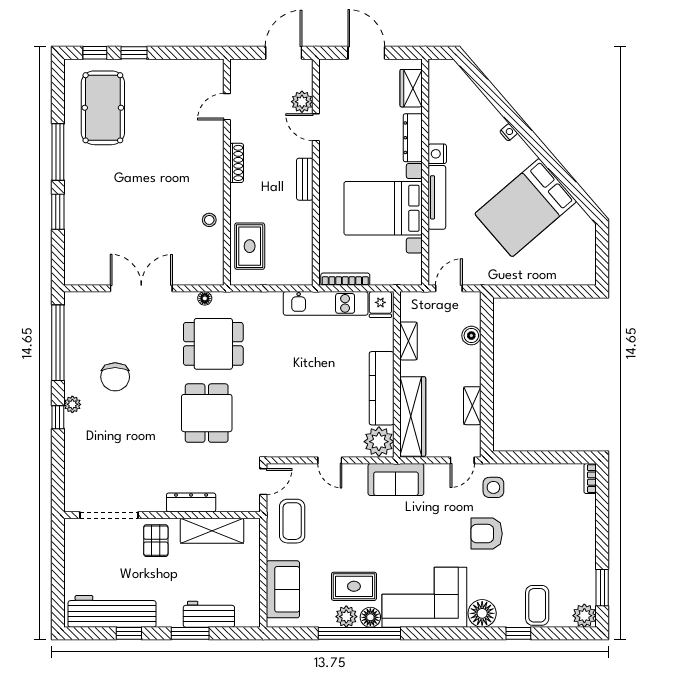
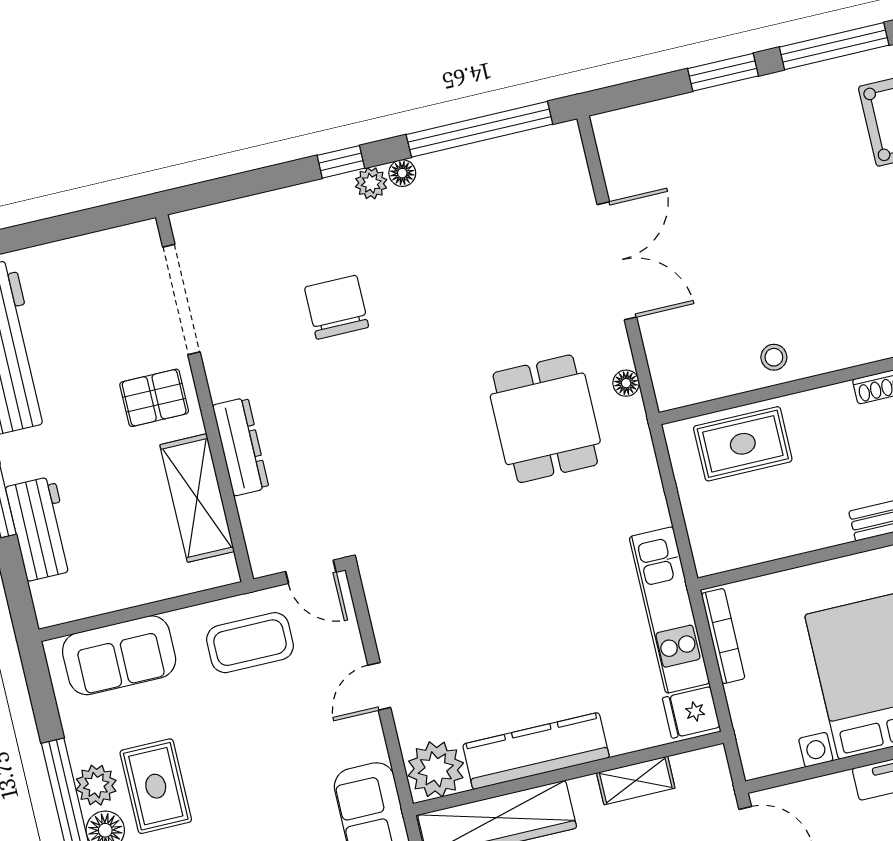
chair: (115, 377) -> (337, 307), moved, turned 90
floor lamp: (71, 387) -> (402, 173), added
dining table: (207, 413) -> (414, 437), removed

